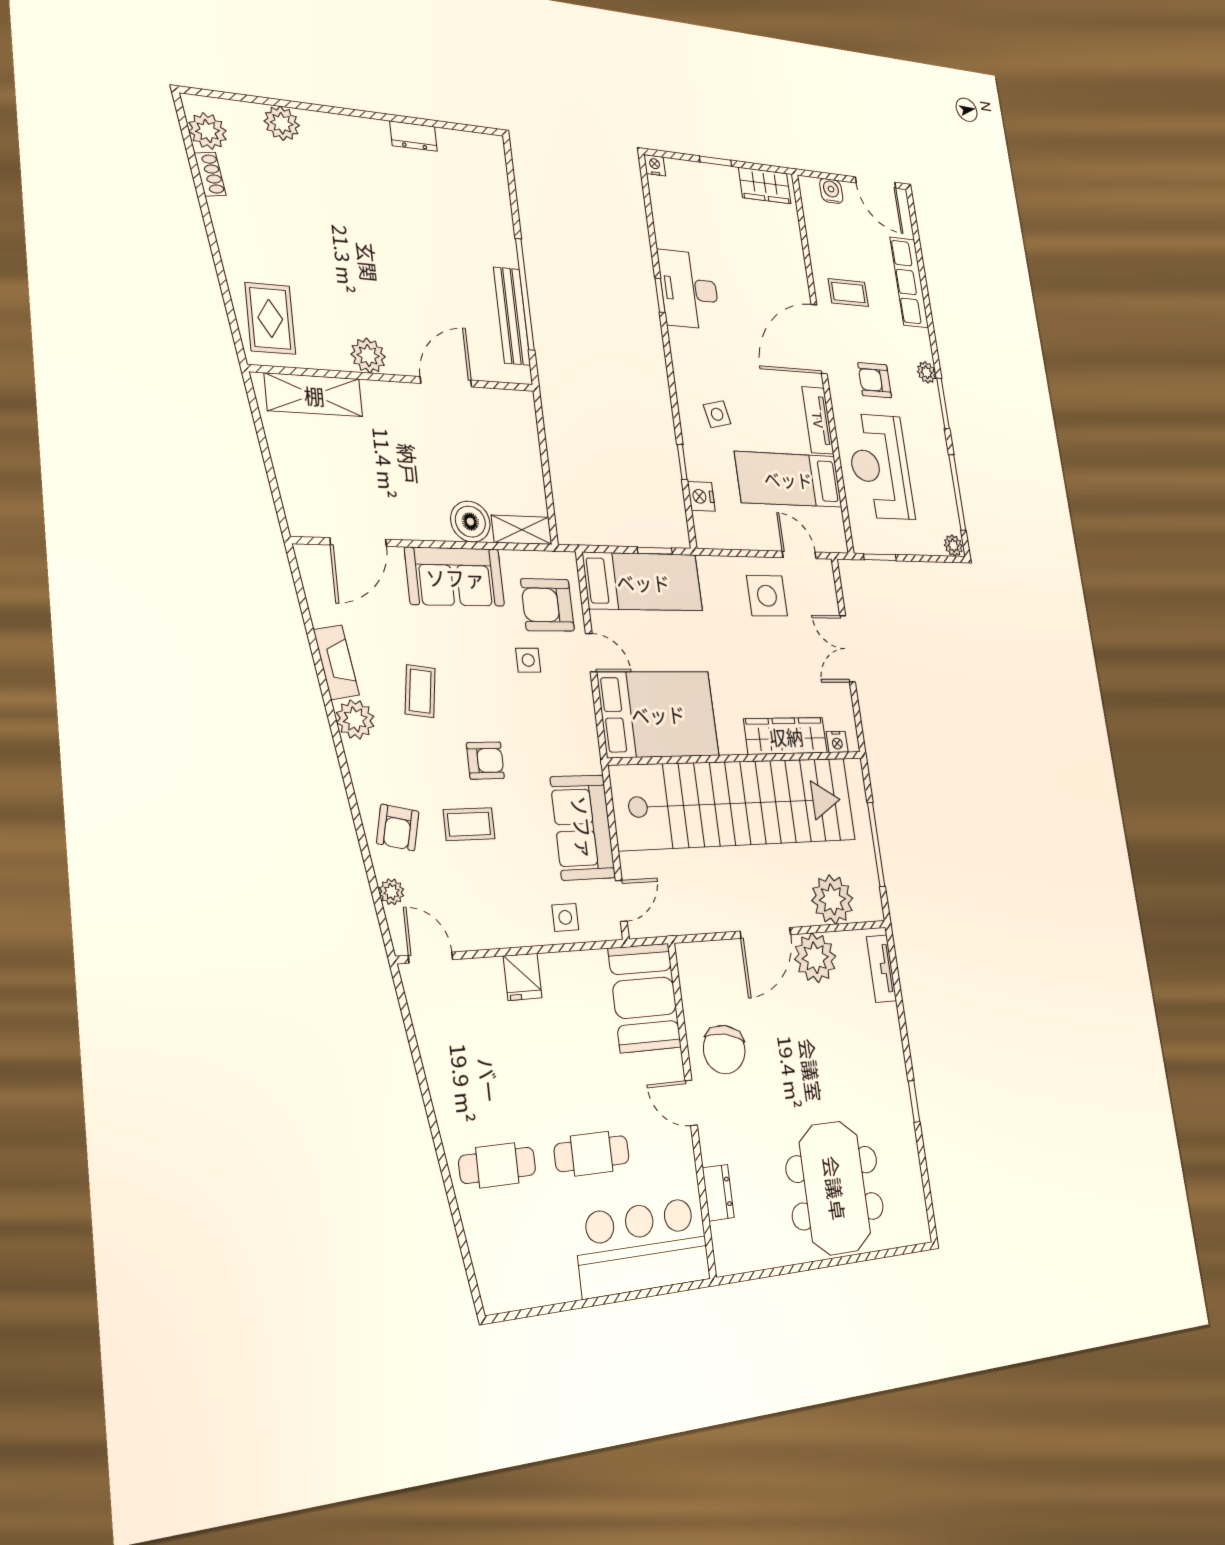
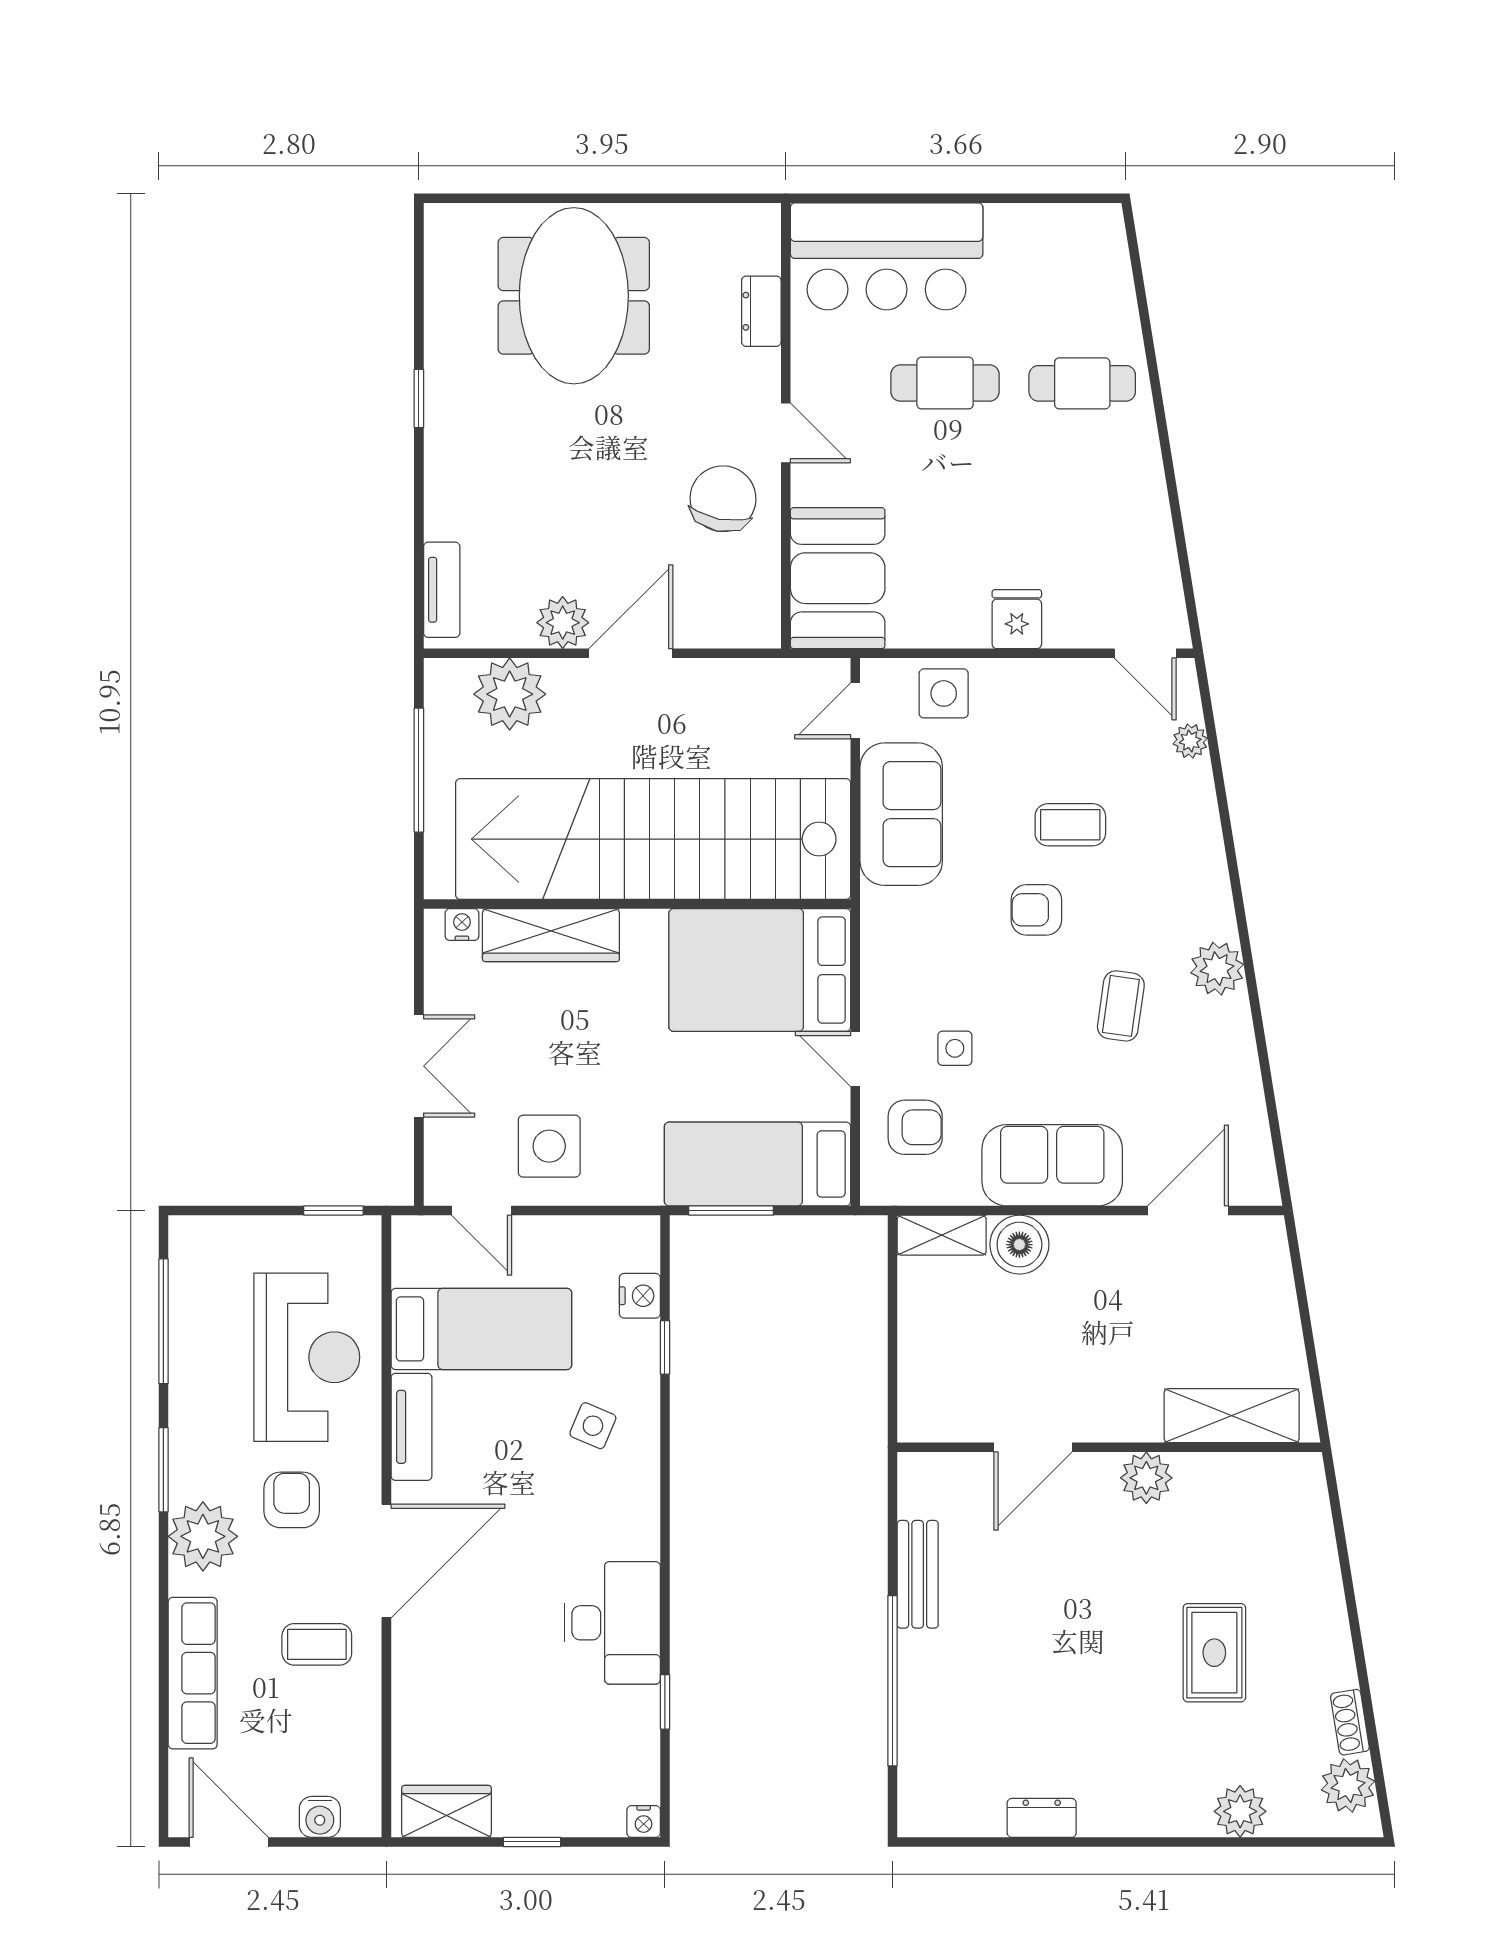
window: (525, 294) -> (892, 1681), moved
window: (660, 295) -> (665, 1702), moved
bench: (512, 316) -> (918, 1574), width x0.73
rug: (270, 318) -> (1214, 1653), moved
plant: (927, 372) -> (203, 1536), width x1.88, depth x1.88
armchair: (875, 380) -> (292, 1500), turned -90
side table: (717, 414) -> (593, 1426), turned 36
plant: (953, 546) -> (188, 1233), removed
window: (655, 551) -> (731, 1210), width x1.50
armchair: (547, 605) -> (915, 1127), width x0.72, depth x0.72
fireplace: (336, 662) -> (1236, 1045), removed
armchair: (398, 827) -> (1173, 824), removed
side table: (565, 917) -> (944, 693), width x1.37, depth x1.37
plant: (815, 958) -> (563, 623), width x0.73, depth x0.73

